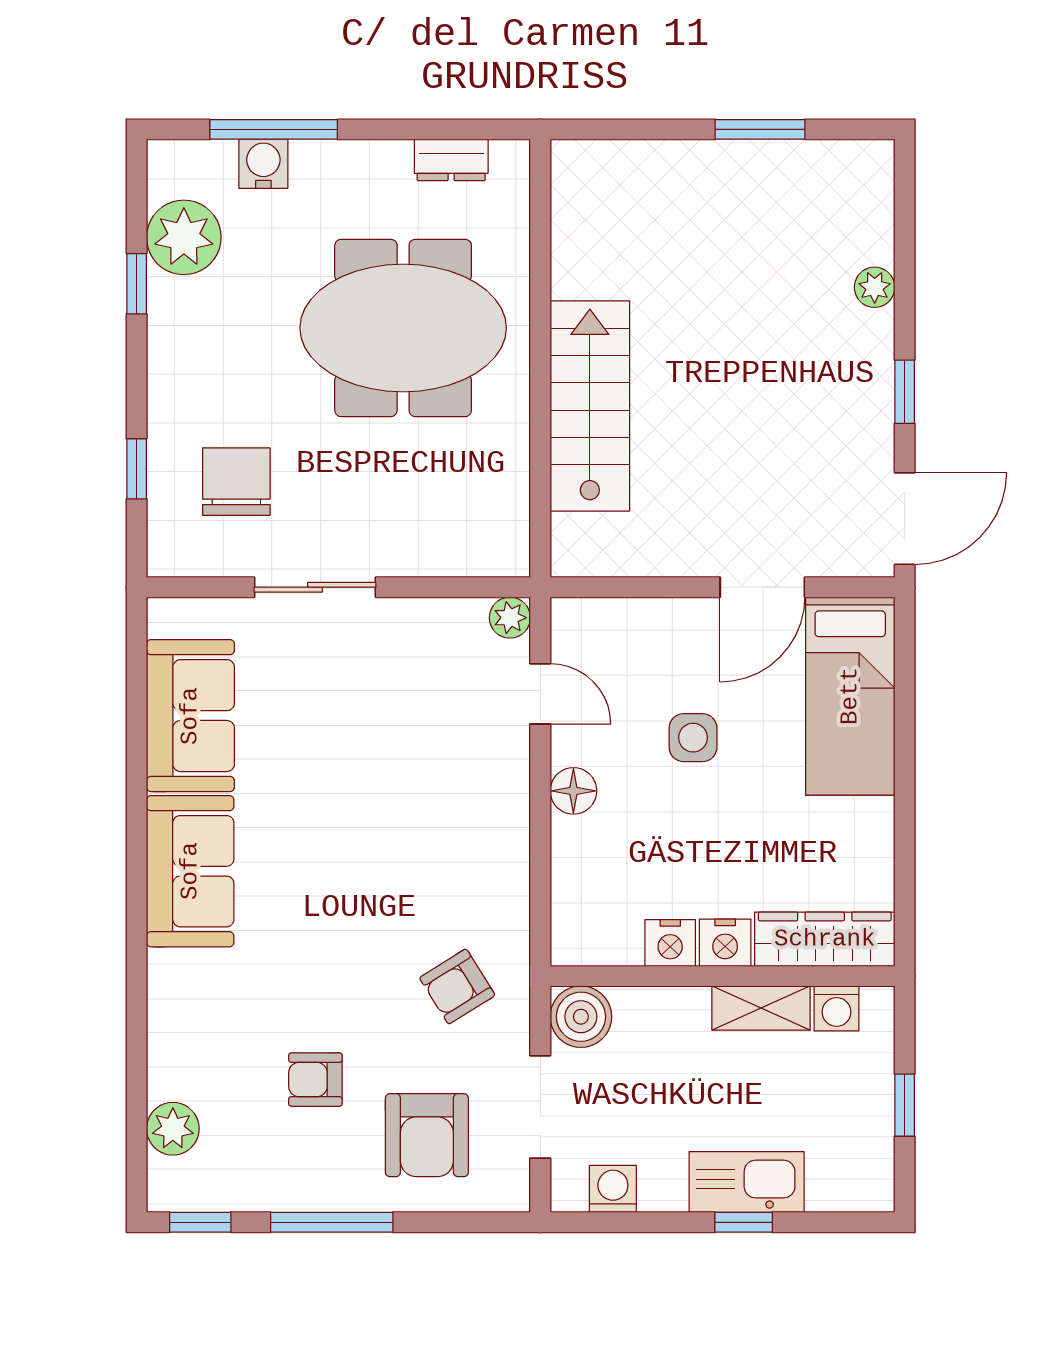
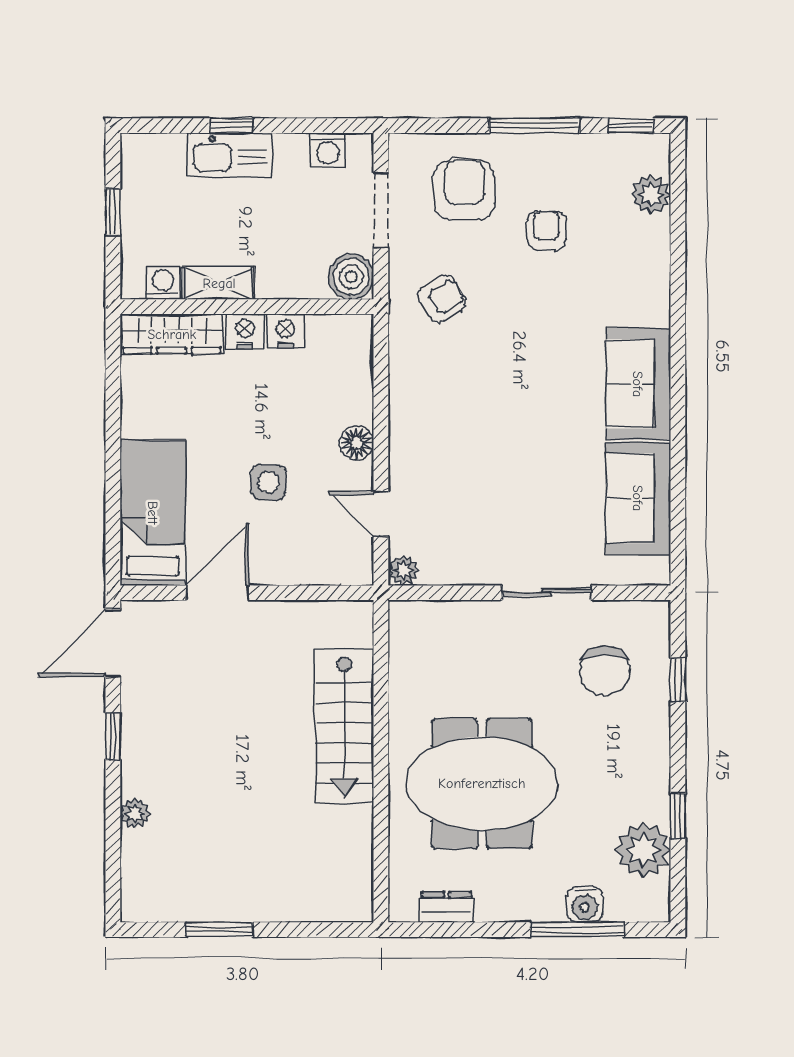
armchair: (315, 1080) -> (546, 231), turned -90

